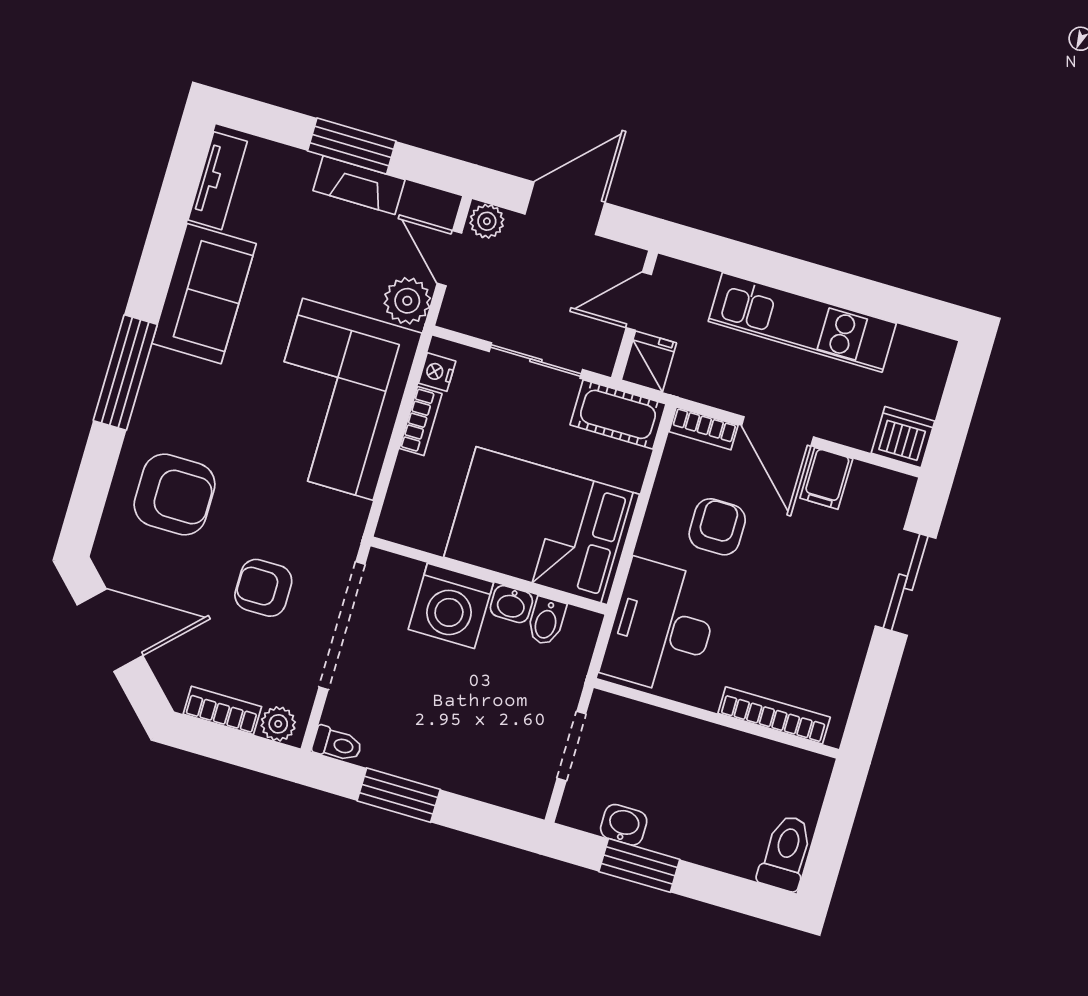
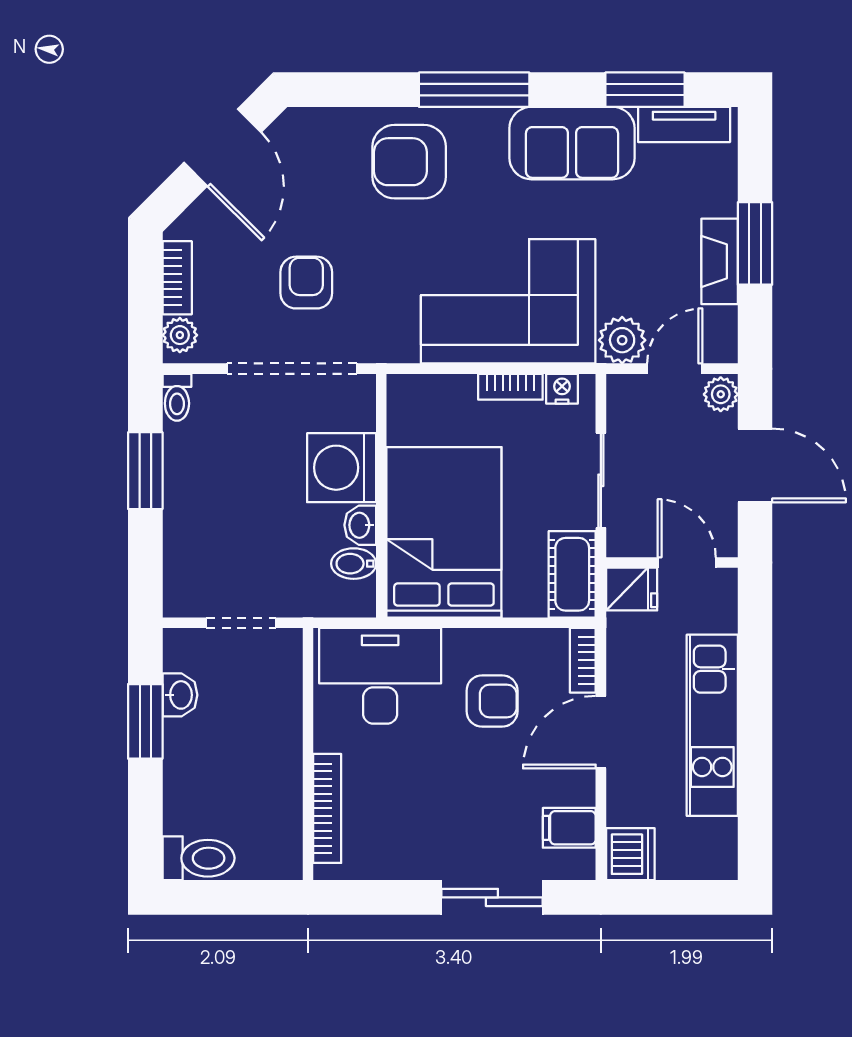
window: (173, 208) -> (645, 90), added
filing cabinet: (826, 478) -> (569, 828), moved
armchair: (175, 495) -> (409, 162), moved, turned 90

